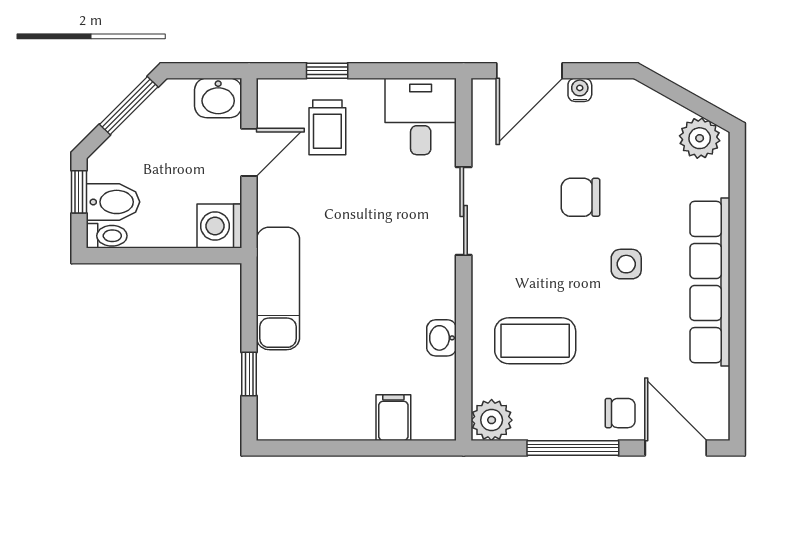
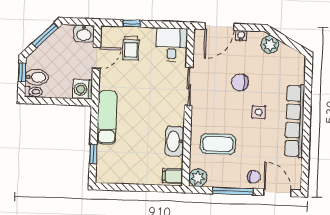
plant: (700, 138) -> (270, 45), moved
washbasin: (442, 338) -> (174, 141), width x1.91, depth x1.45
filing cabinet: (393, 418) -> (173, 176), moved, turned -90

